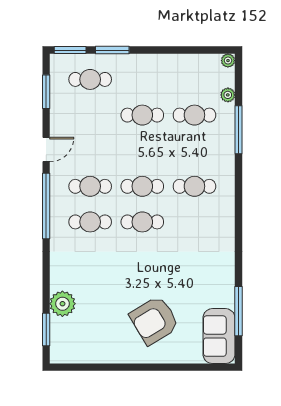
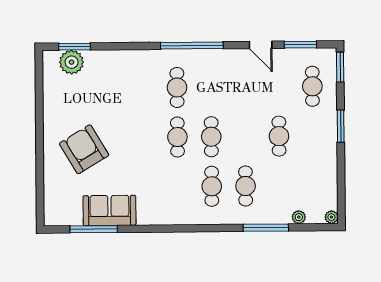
window: (112, 50) -> (341, 126), moved
cafe table: (194, 115) -> (246, 186), moved
door: (46, 150) -> (261, 45), moved
cafe table: (90, 186) -> (211, 87), removed
plant: (62, 304) -> (72, 62), moved
sofa: (219, 336) -> (109, 210), moved

